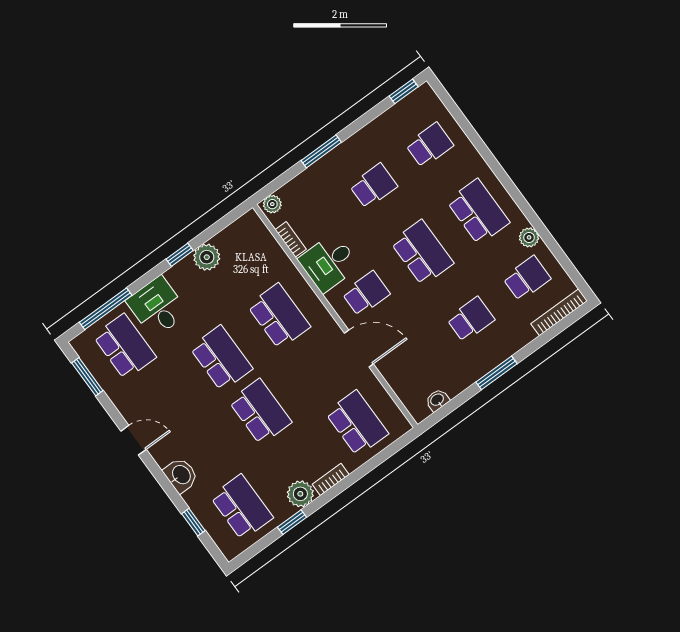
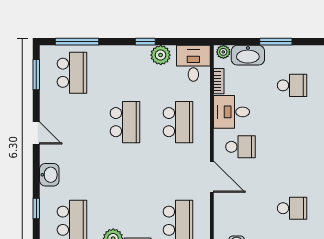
washbasin: (302, 188) -> (248, 55), added
school desk: (422, 253) -> (292, 147), removed
desk: (157, 307) -> (193, 63), moved
school desk: (260, 412) -> (125, 171), removed

